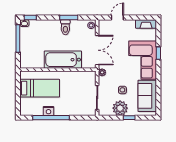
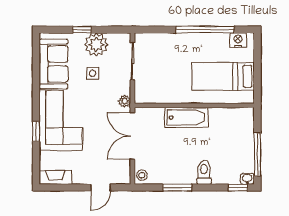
toilet: (65, 27) -> (204, 172), moved
bathtub: (63, 60) -> (186, 117), width x0.73, depth x0.73
nightstand: (48, 111) -> (238, 40), moved

